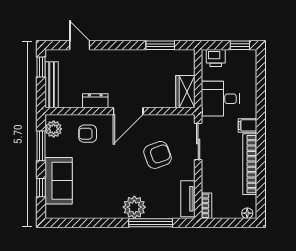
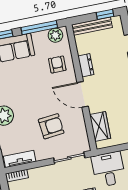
wardrobe: (185, 92) -> (100, 126), moved, turned 90
window: (41, 146) -> (39, 28), width x1.44
armchair: (158, 155) -> (51, 126), turned -76

